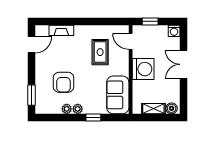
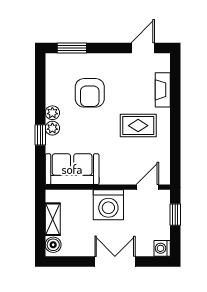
door: (32, 45) -> (143, 48), swing flipped
rug: (100, 52) -> (138, 126), moved
armchair: (63, 82) -> (90, 93), turned -90
plant: (67, 109) -> (52, 128), moved

